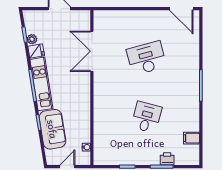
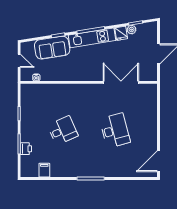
desk: (146, 117) -> (63, 130), turned -39

